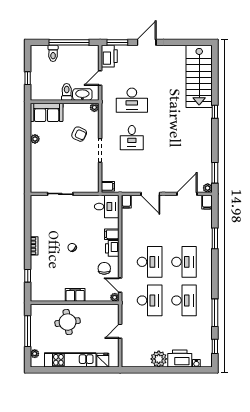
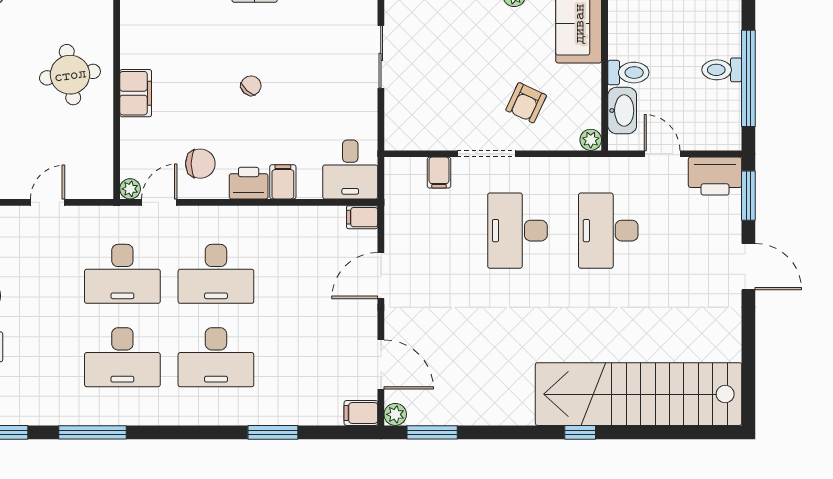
toilet: (53, 53) -> (722, 70), moved
stairs: (199, 76) -> (639, 394), width x1.36
desk: (132, 138) -> (517, 231), width x1.37
filing cabinet: (108, 186) -> (439, 173), moved
door: (120, 331) -> (48, 202), hinge flipped

